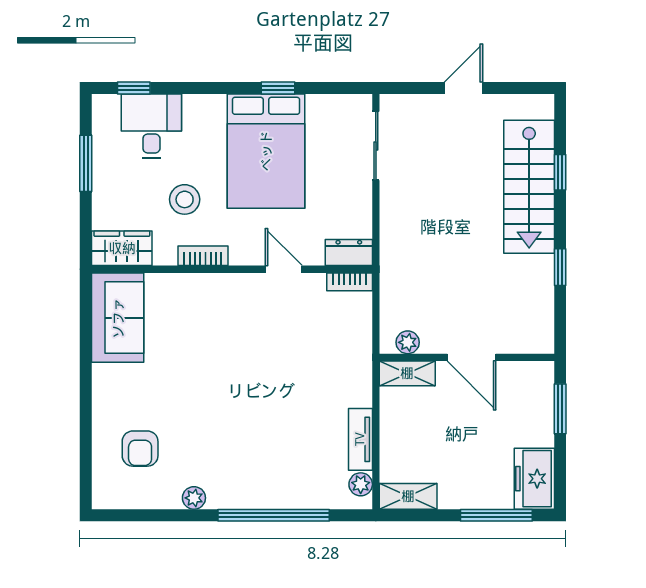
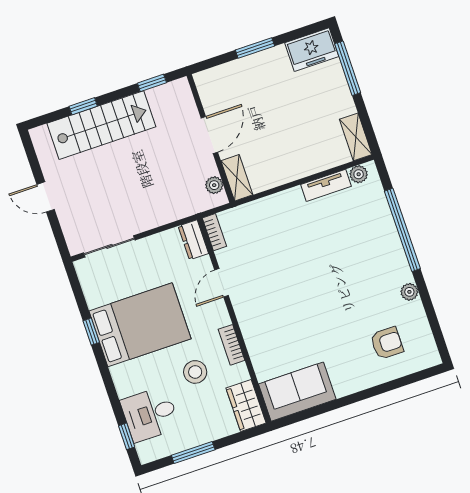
plant: (408, 342) -> (214, 185), moved
wall: (467, 357) -> (211, 139), moved
door: (472, 357) -> (209, 135), moved
shelving: (407, 373) -> (237, 178), moved

